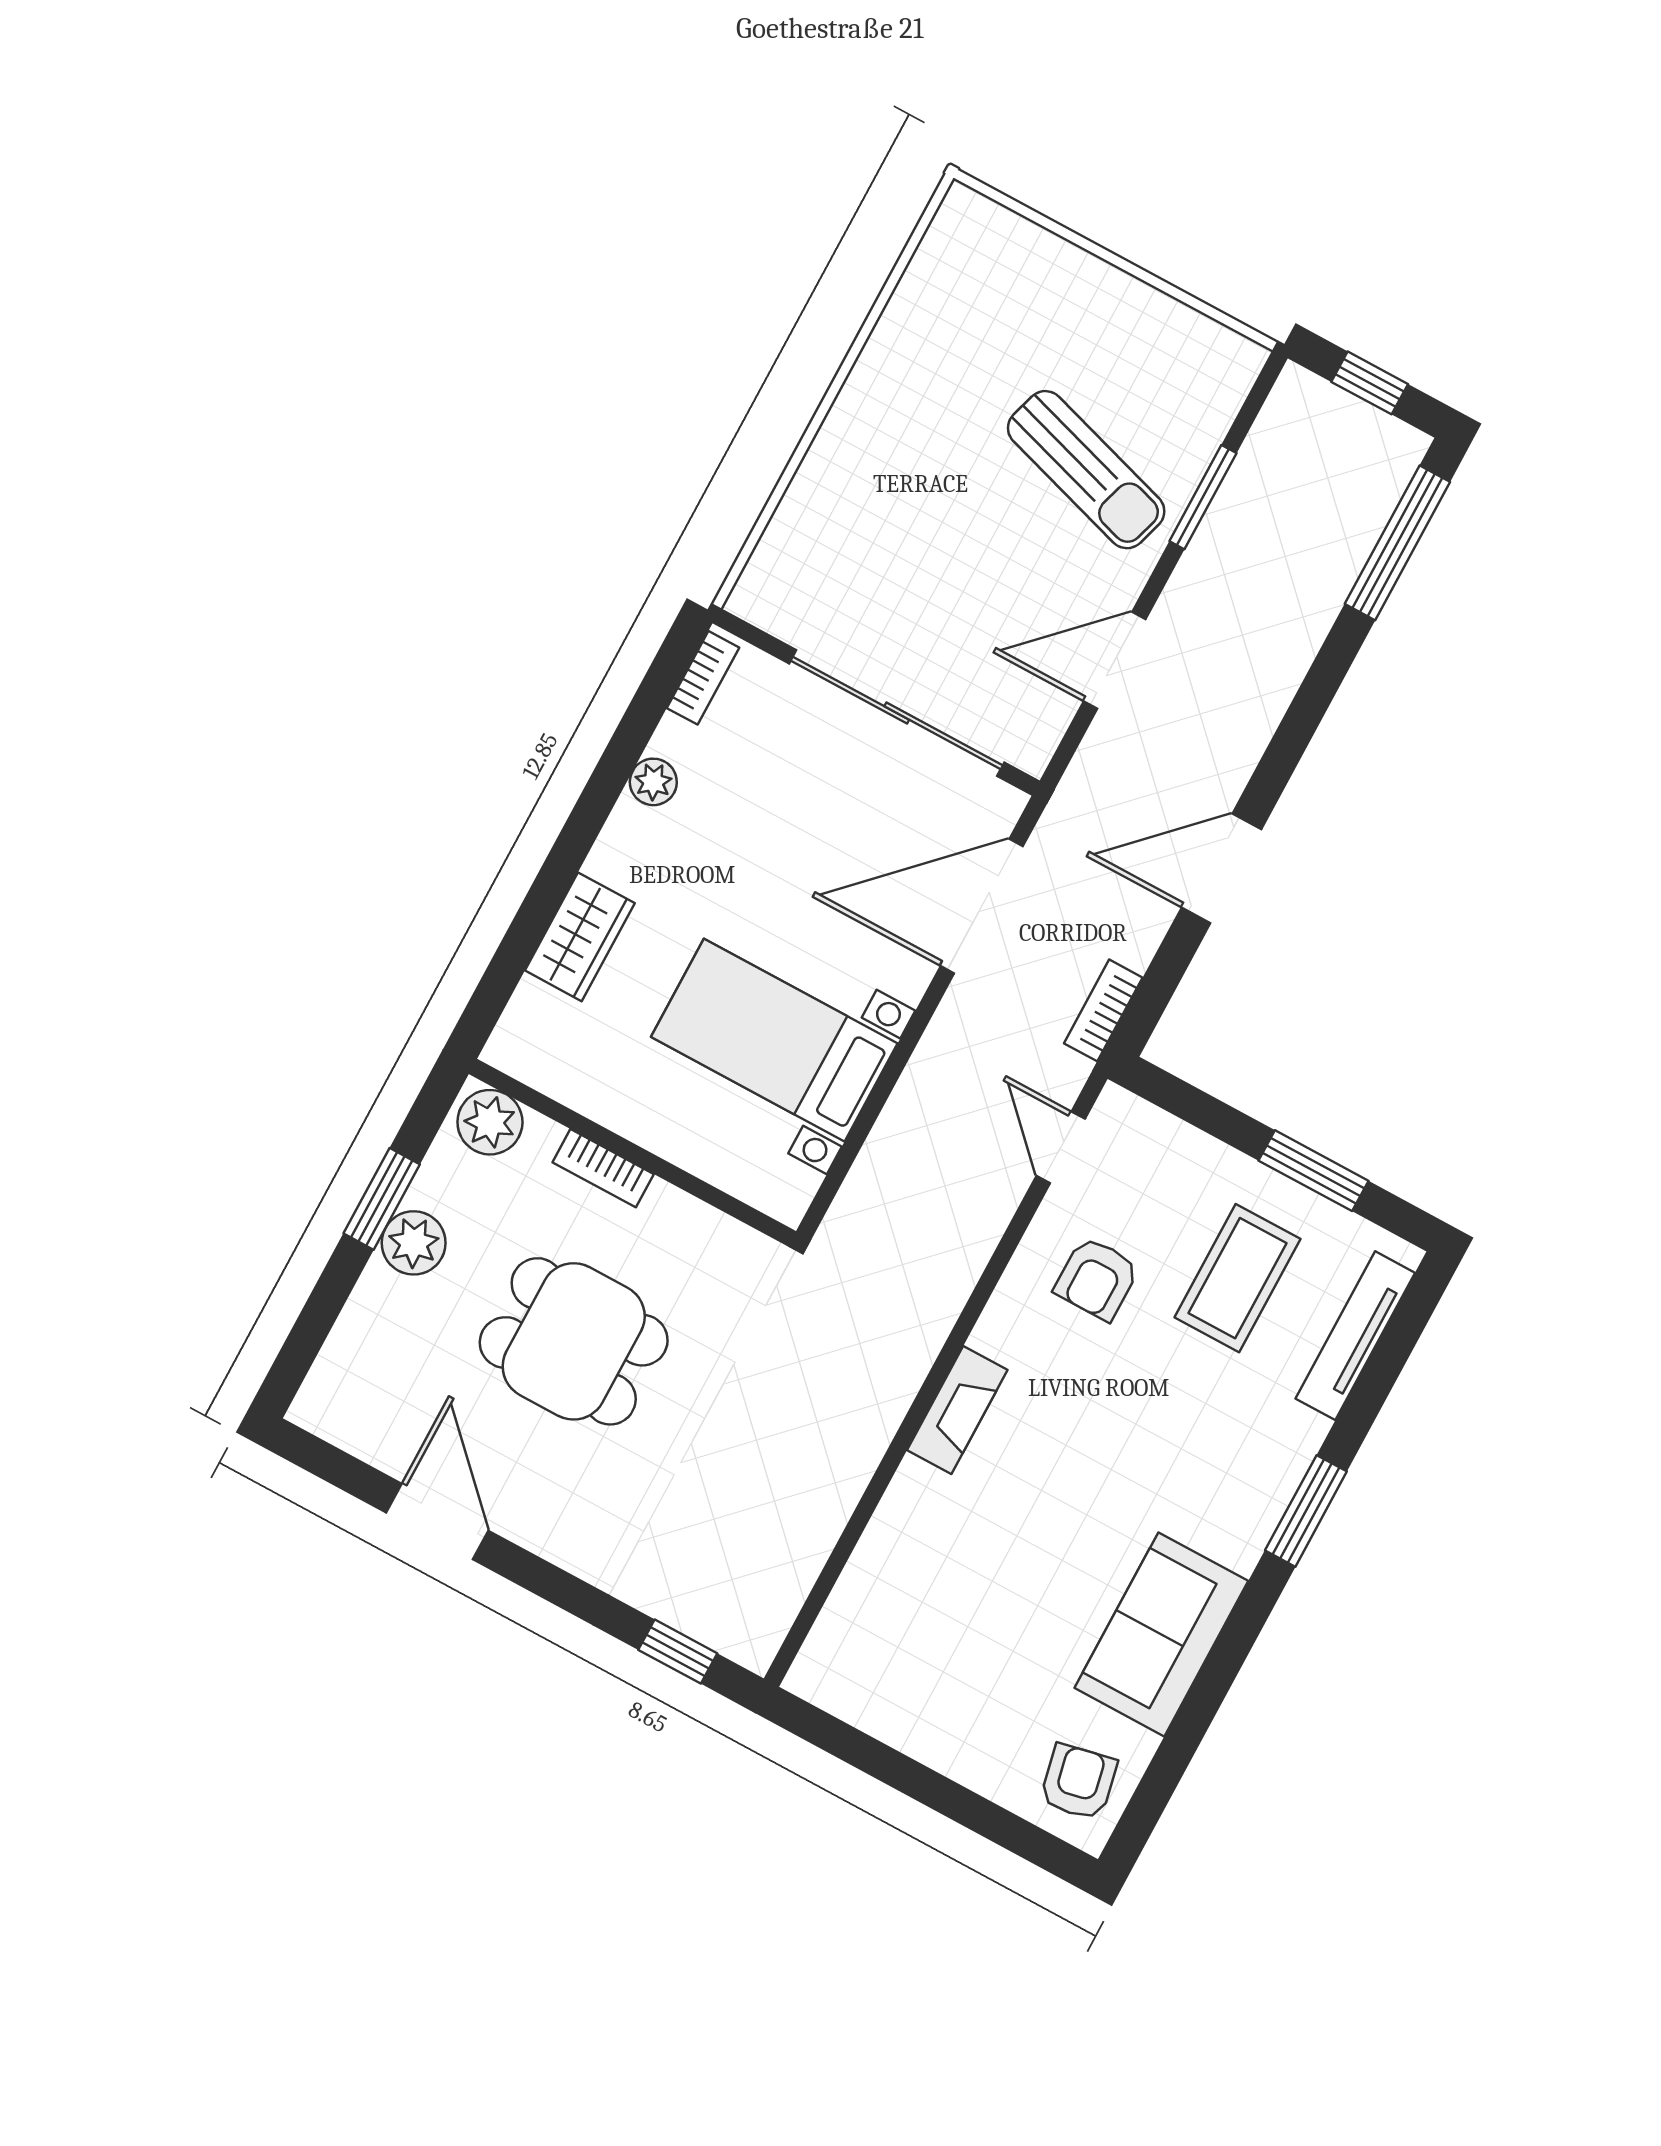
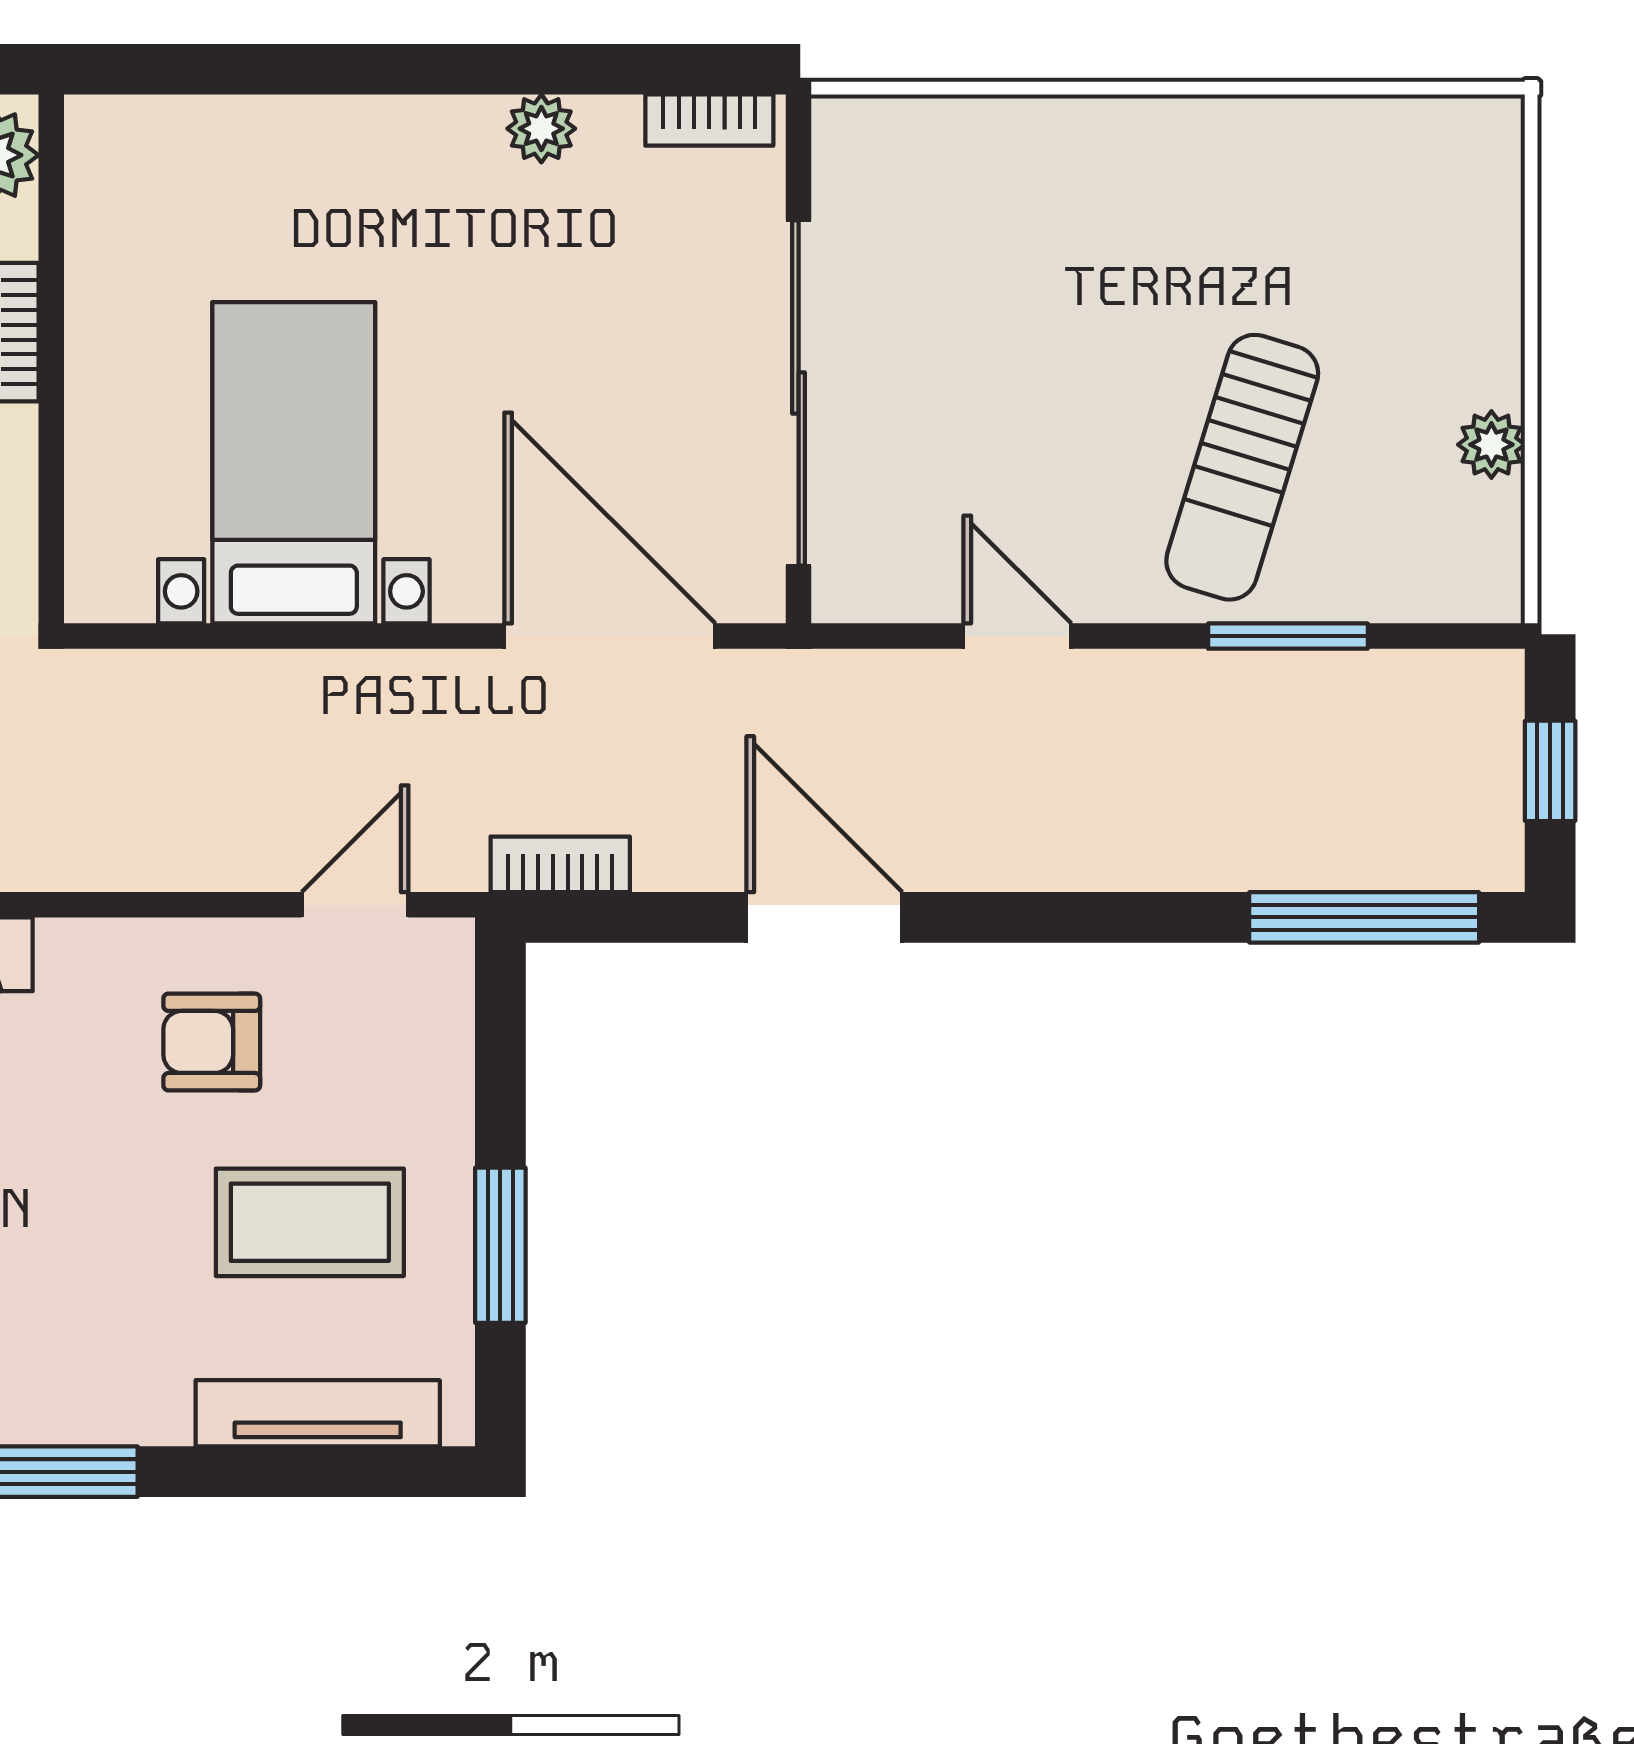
plant: (1154, 312) -> (1491, 445), added
door: (1115, 660) -> (1017, 636), width x0.73
wardrobe: (580, 937) -> (292, 142), removed

